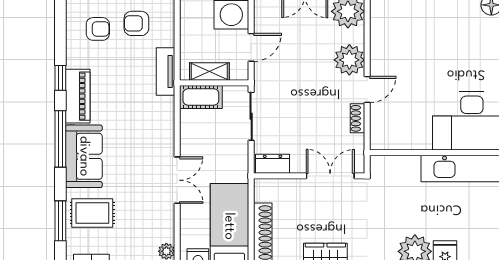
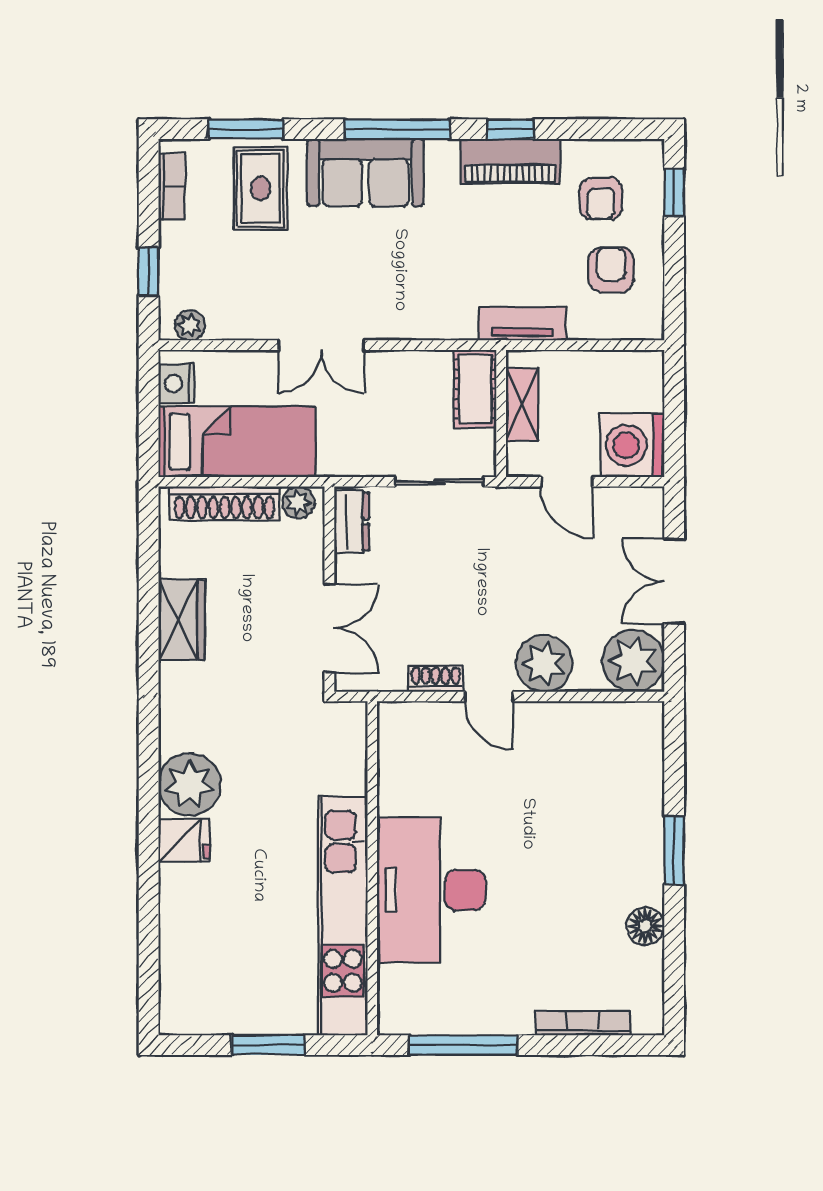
piano: (78, 96) -> (510, 161), moved
plant: (262, 192) -> (299, 502), added

